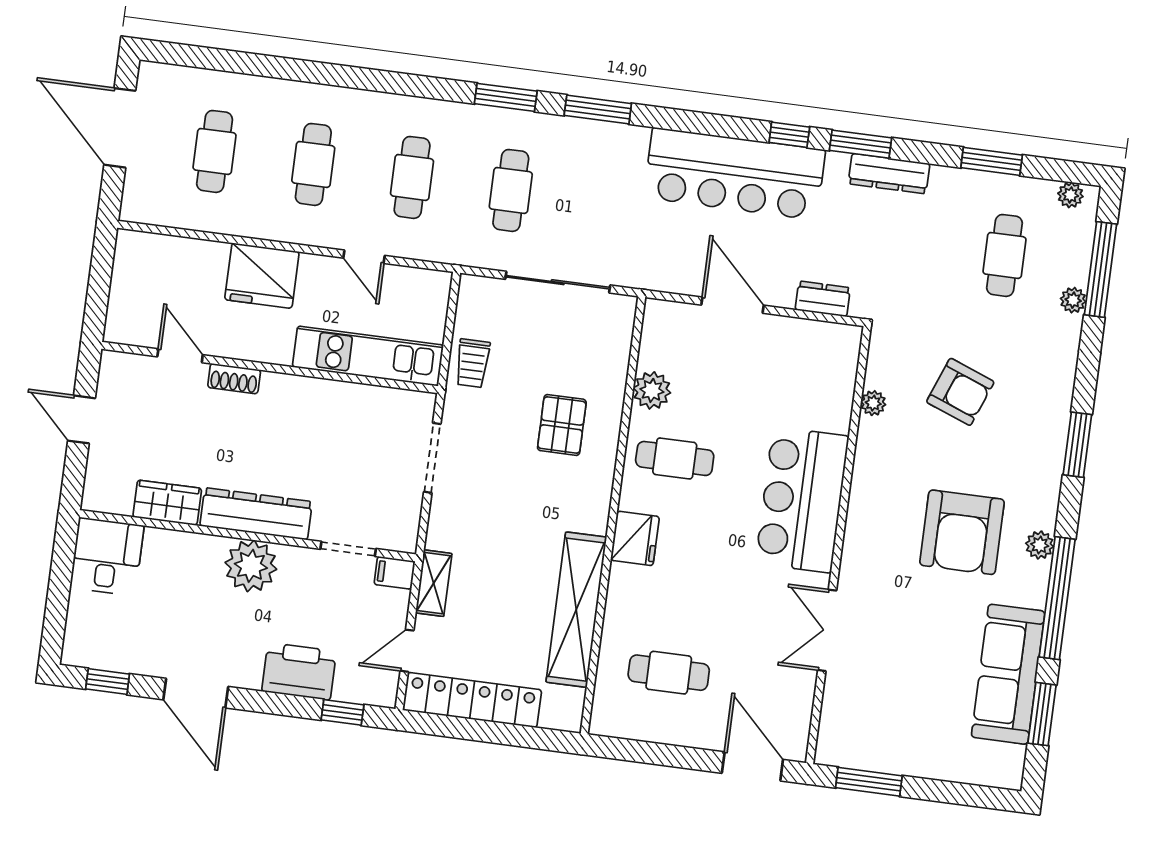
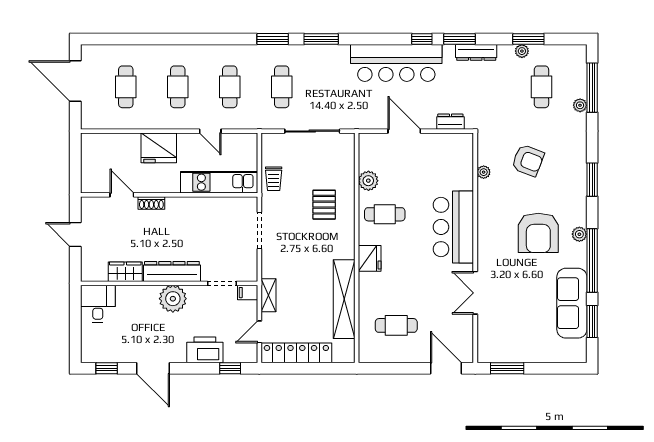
plant: (1070, 195) -> (522, 51), moved

